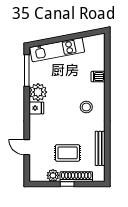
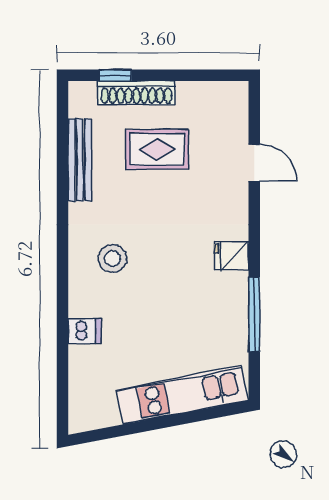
window: (27, 70) -> (254, 314), moved
plant: (38, 92) -> (227, 294), removed
plant: (53, 175) -> (192, 96), removed
window: (67, 184) -> (115, 75), moved

